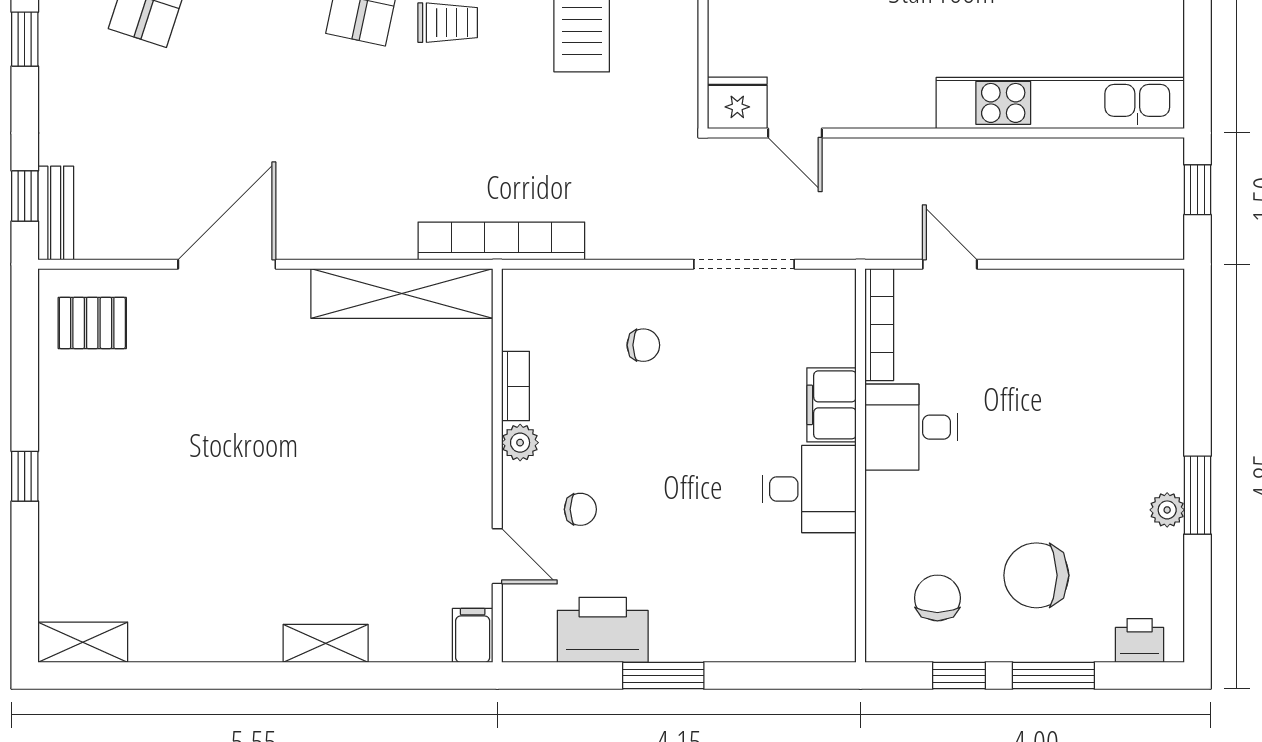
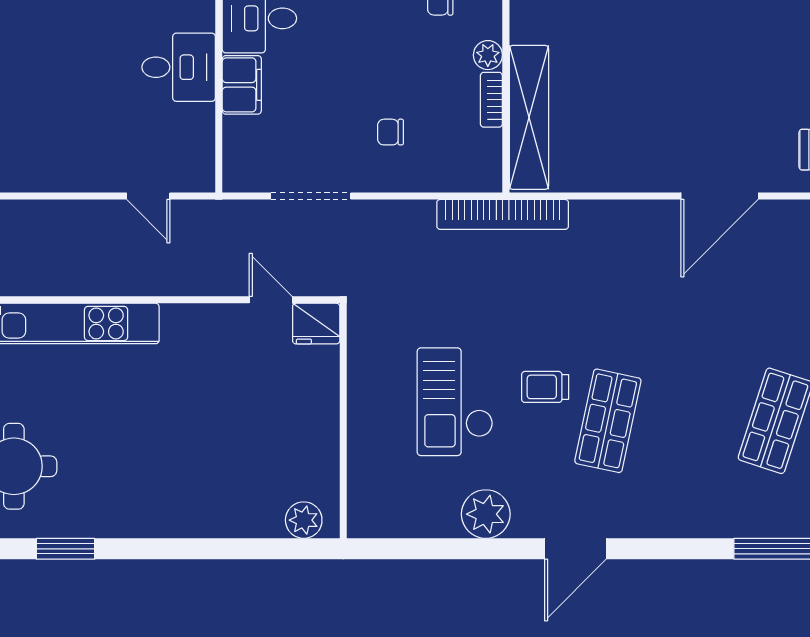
shelving: (402, 293) -> (529, 117), moved, turned 90
bookcase: (879, 325) -> (204, 148), removed

